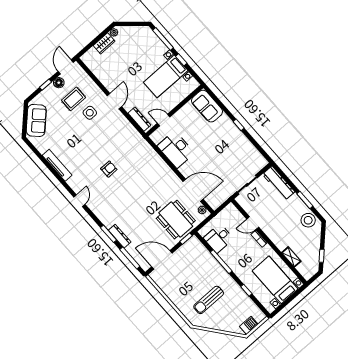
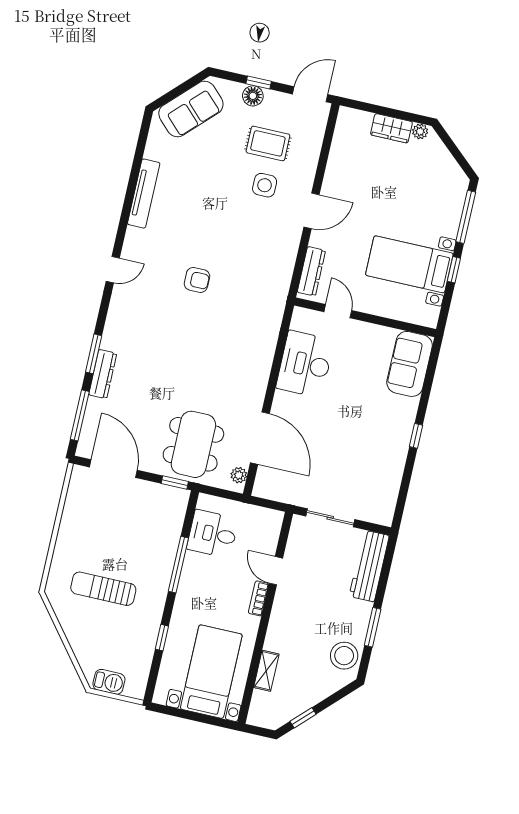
floor lamp: (59, 83) -> (253, 96), moved

